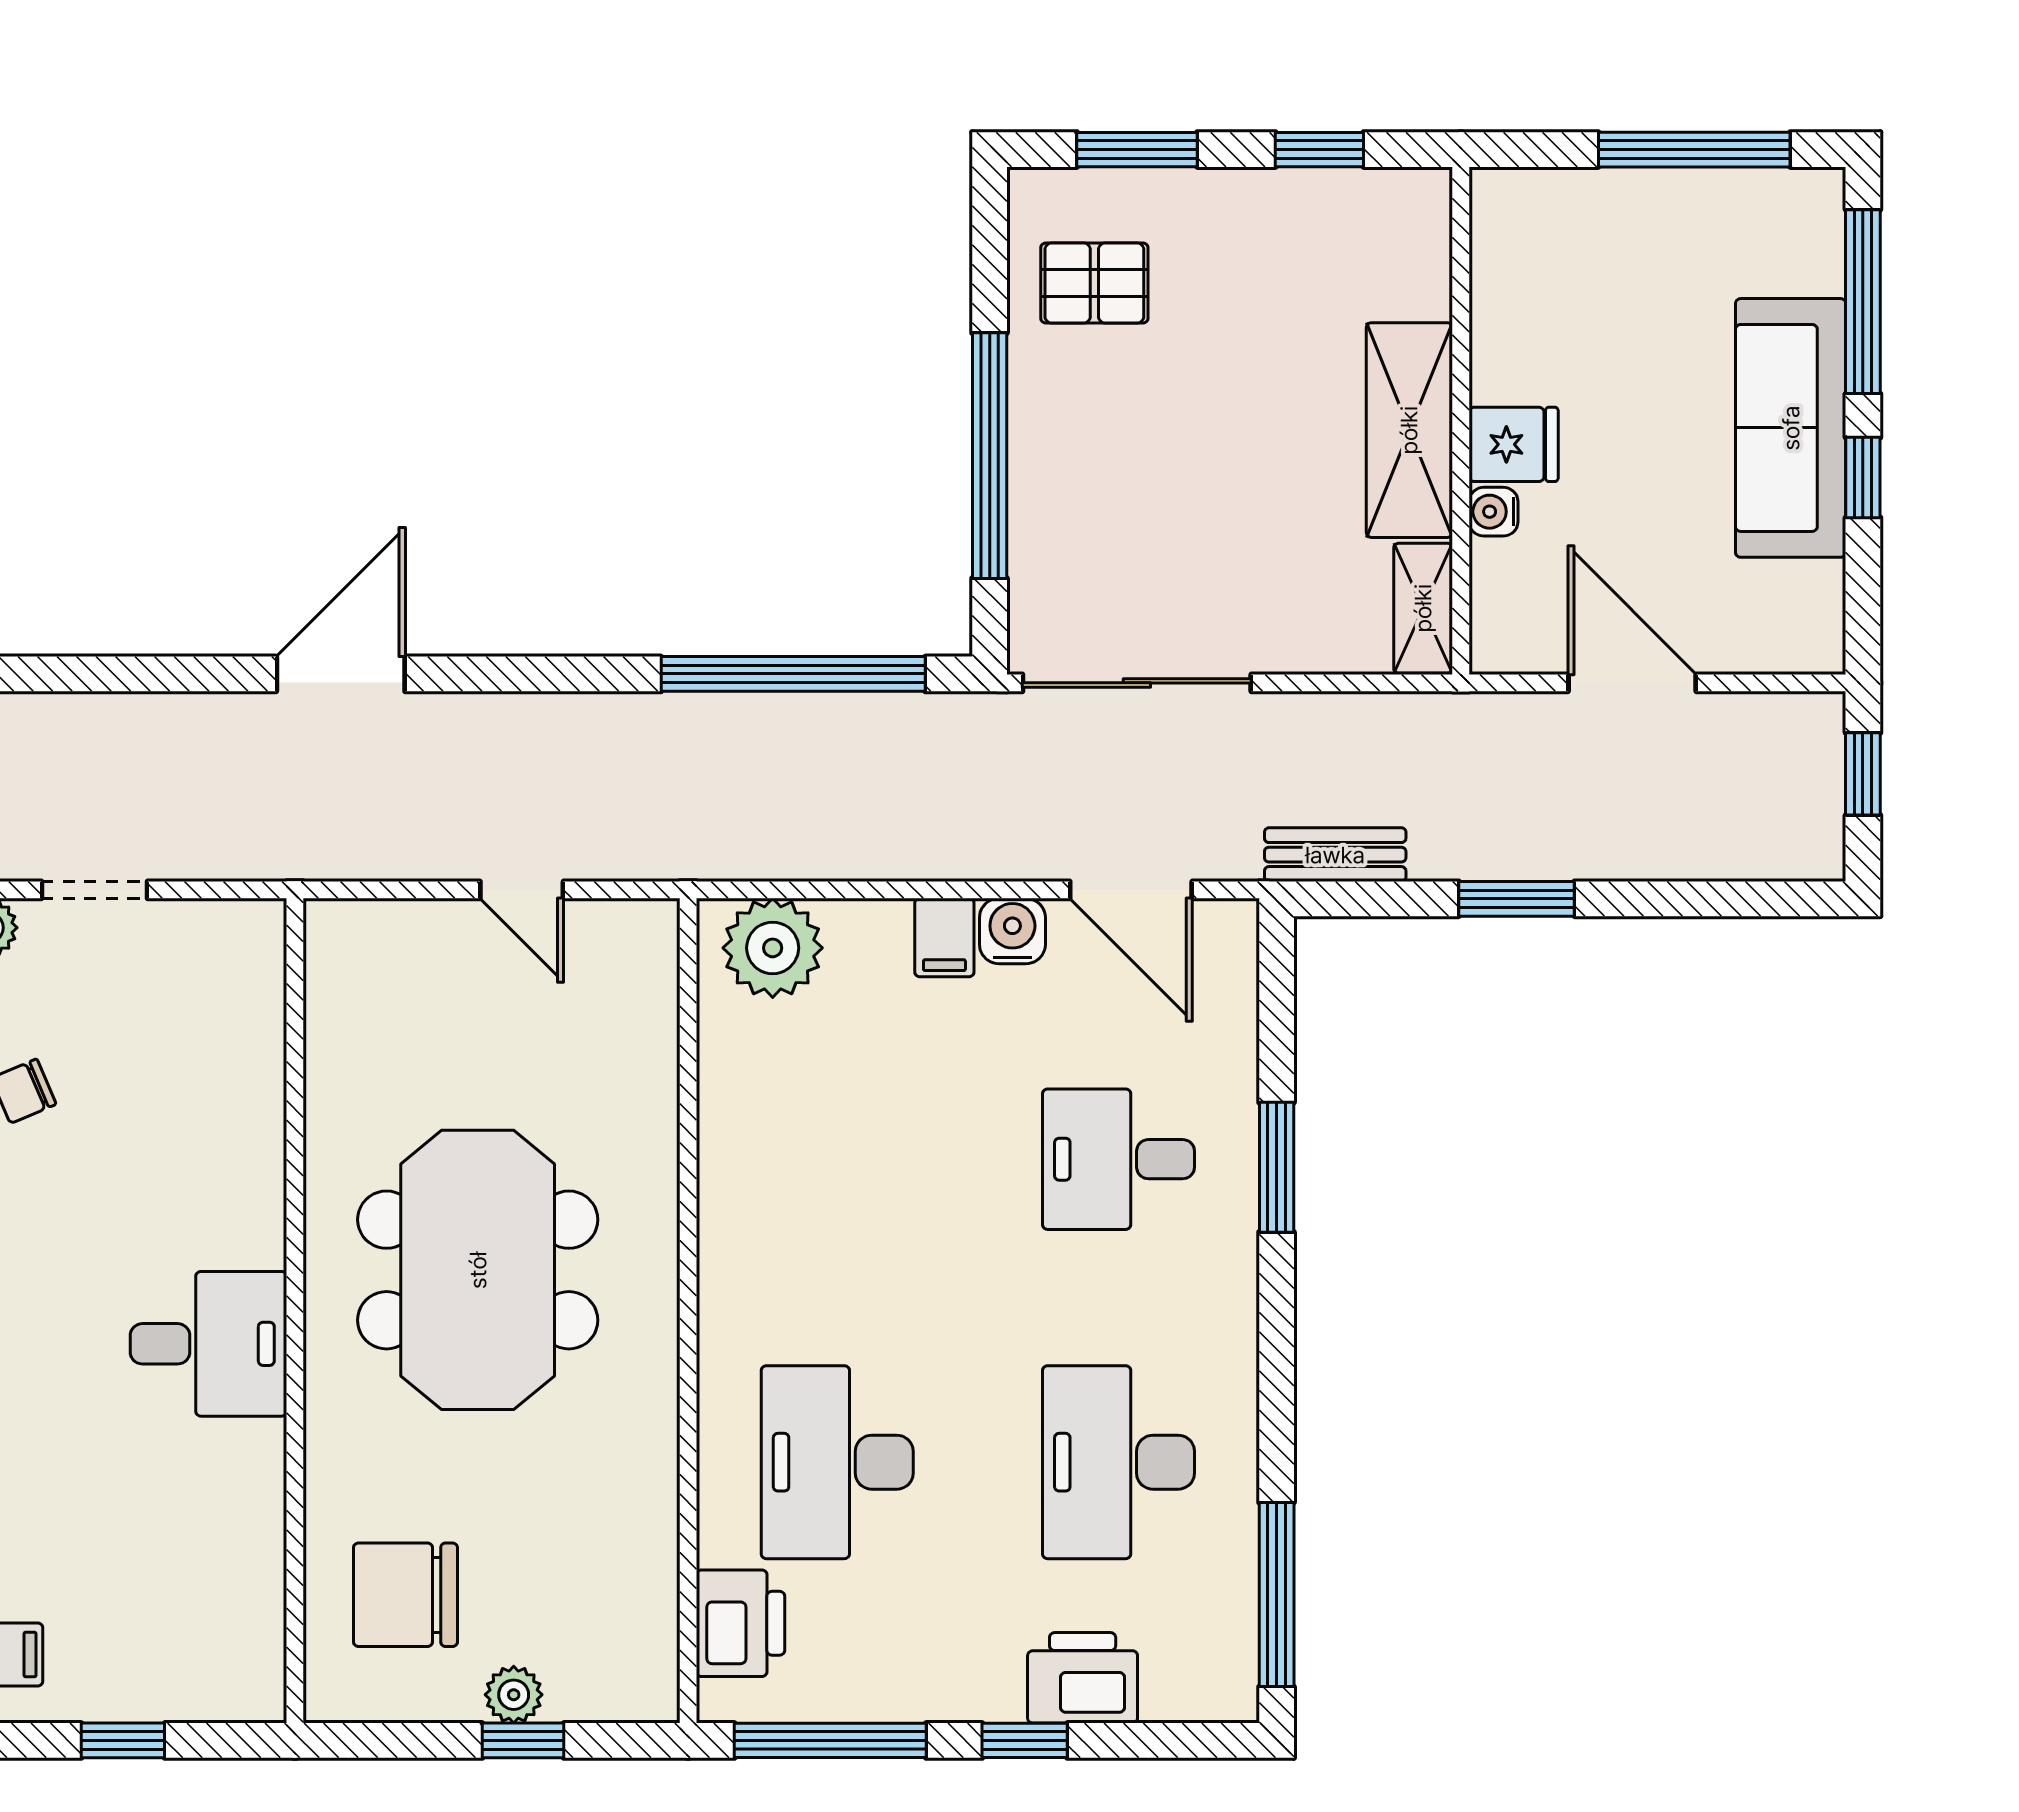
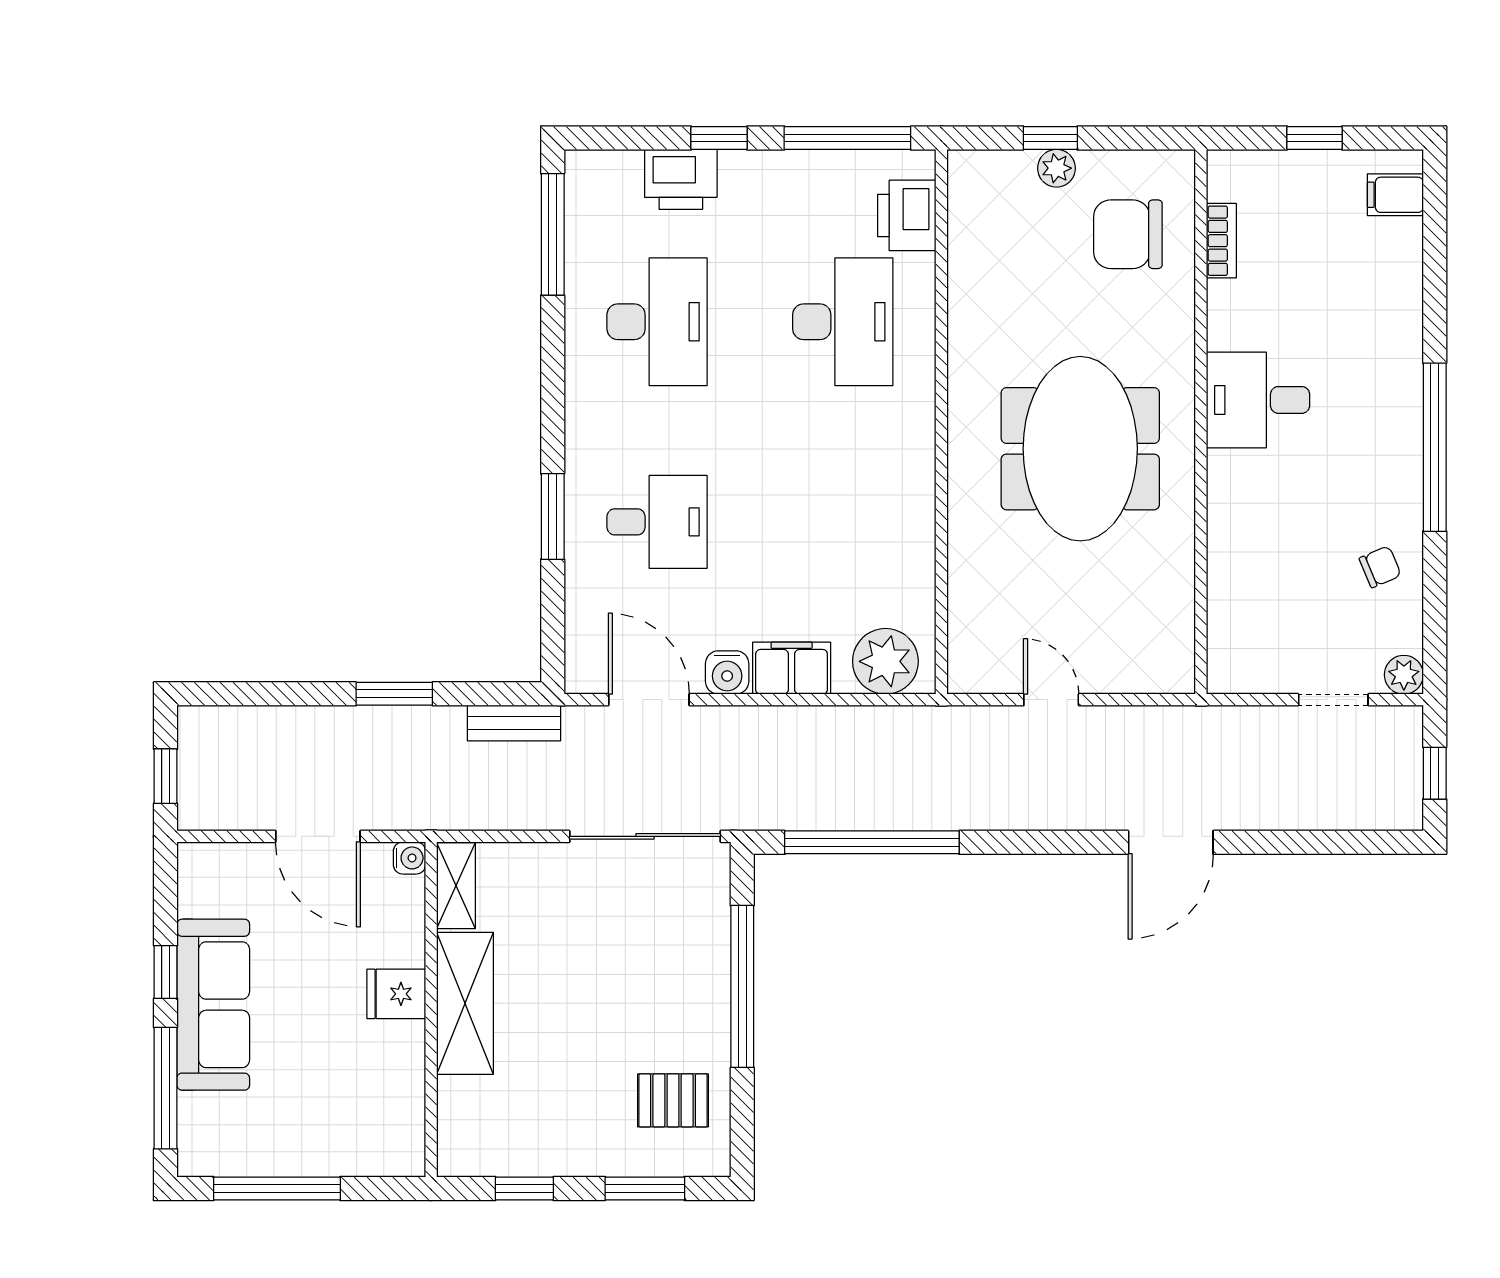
water cooler: (1493, 512) -> (409, 858), moved
filing cabinet: (944, 938) -> (792, 668), width x2.00
bookcase: (264, 1585) -> (1221, 241), added
chair: (405, 1595) -> (1128, 234), turned 180

